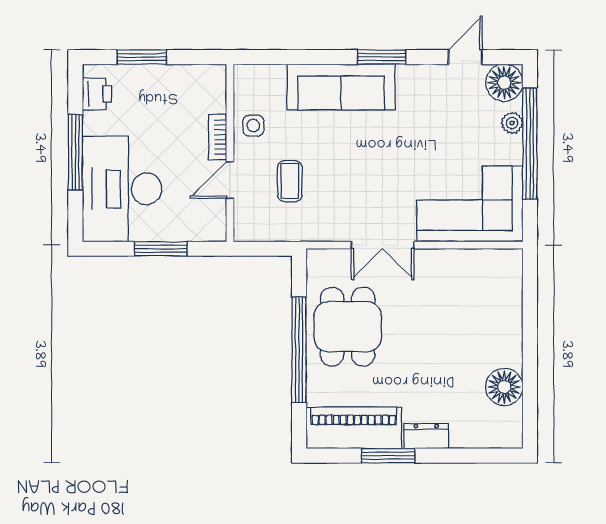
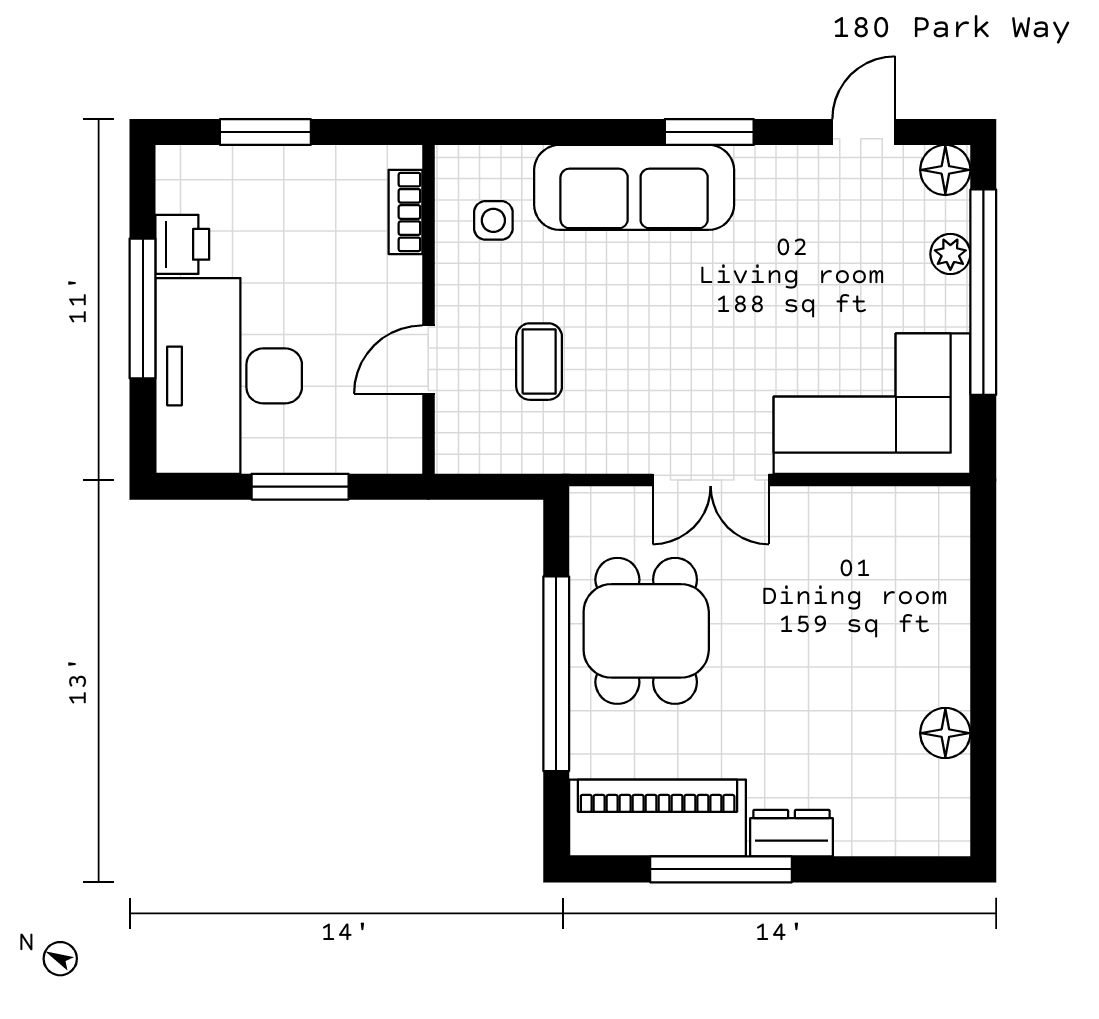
floor lamp: (504, 83) -> (945, 170), width x0.73, depth x0.73
printer: (97, 94) -> (182, 244), moved
side table: (253, 126) -> (493, 220), moved
bookcase: (218, 137) -> (405, 212), moved
floor lamp: (504, 387) -> (945, 733), width x0.73, depth x0.73
window: (388, 456) -> (721, 869), width x1.44

